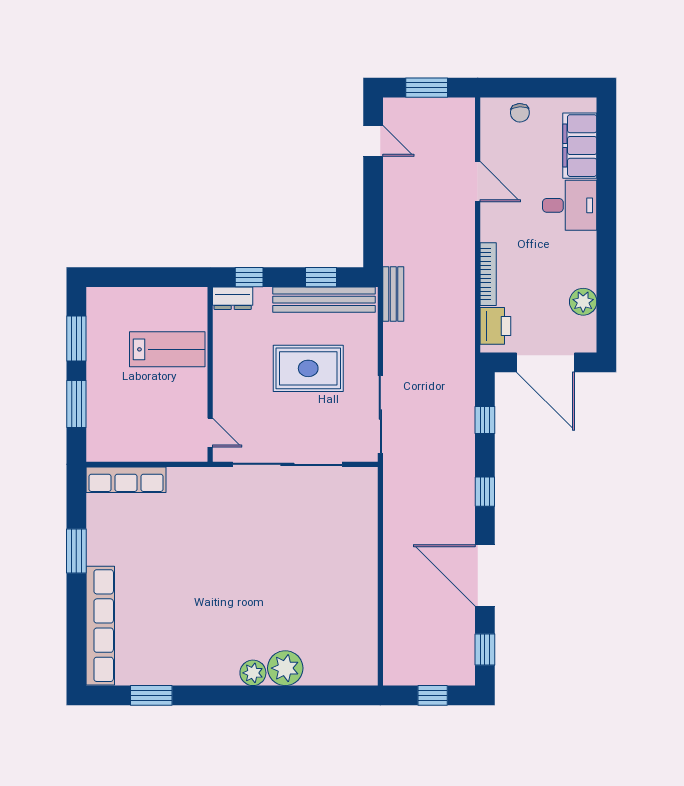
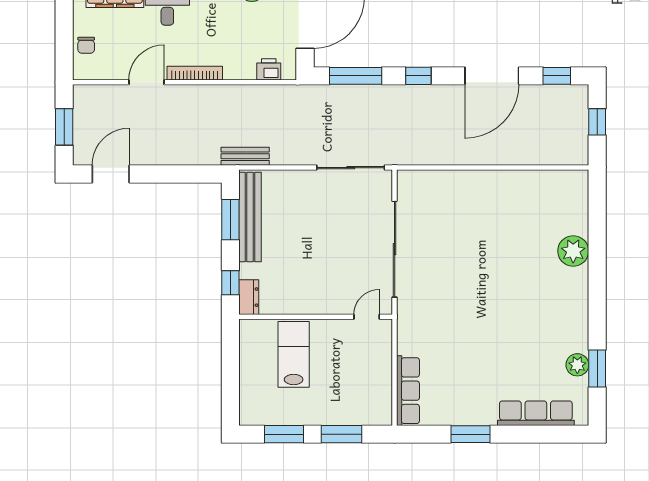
chair: (520, 113) -> (86, 45), turned 93
door: (373, 141) -> (111, 174), width x1.38
bookcase: (488, 274) -> (195, 73), moved
window: (321, 277) -> (230, 220), width x1.50
printer: (495, 326) -> (269, 69), width x0.73, depth x0.81
rug: (308, 368) -> (310, 231), removed
window: (485, 420) -> (356, 76), width x2.17
row of seats: (100, 626) -> (536, 413), width x0.73
plant: (253, 673) -> (577, 365), moved

